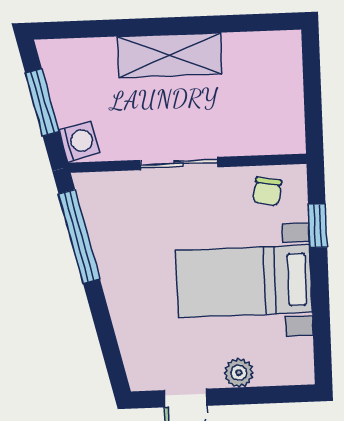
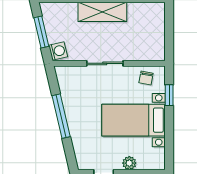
window: (79, 237) -> (61, 116), moved

